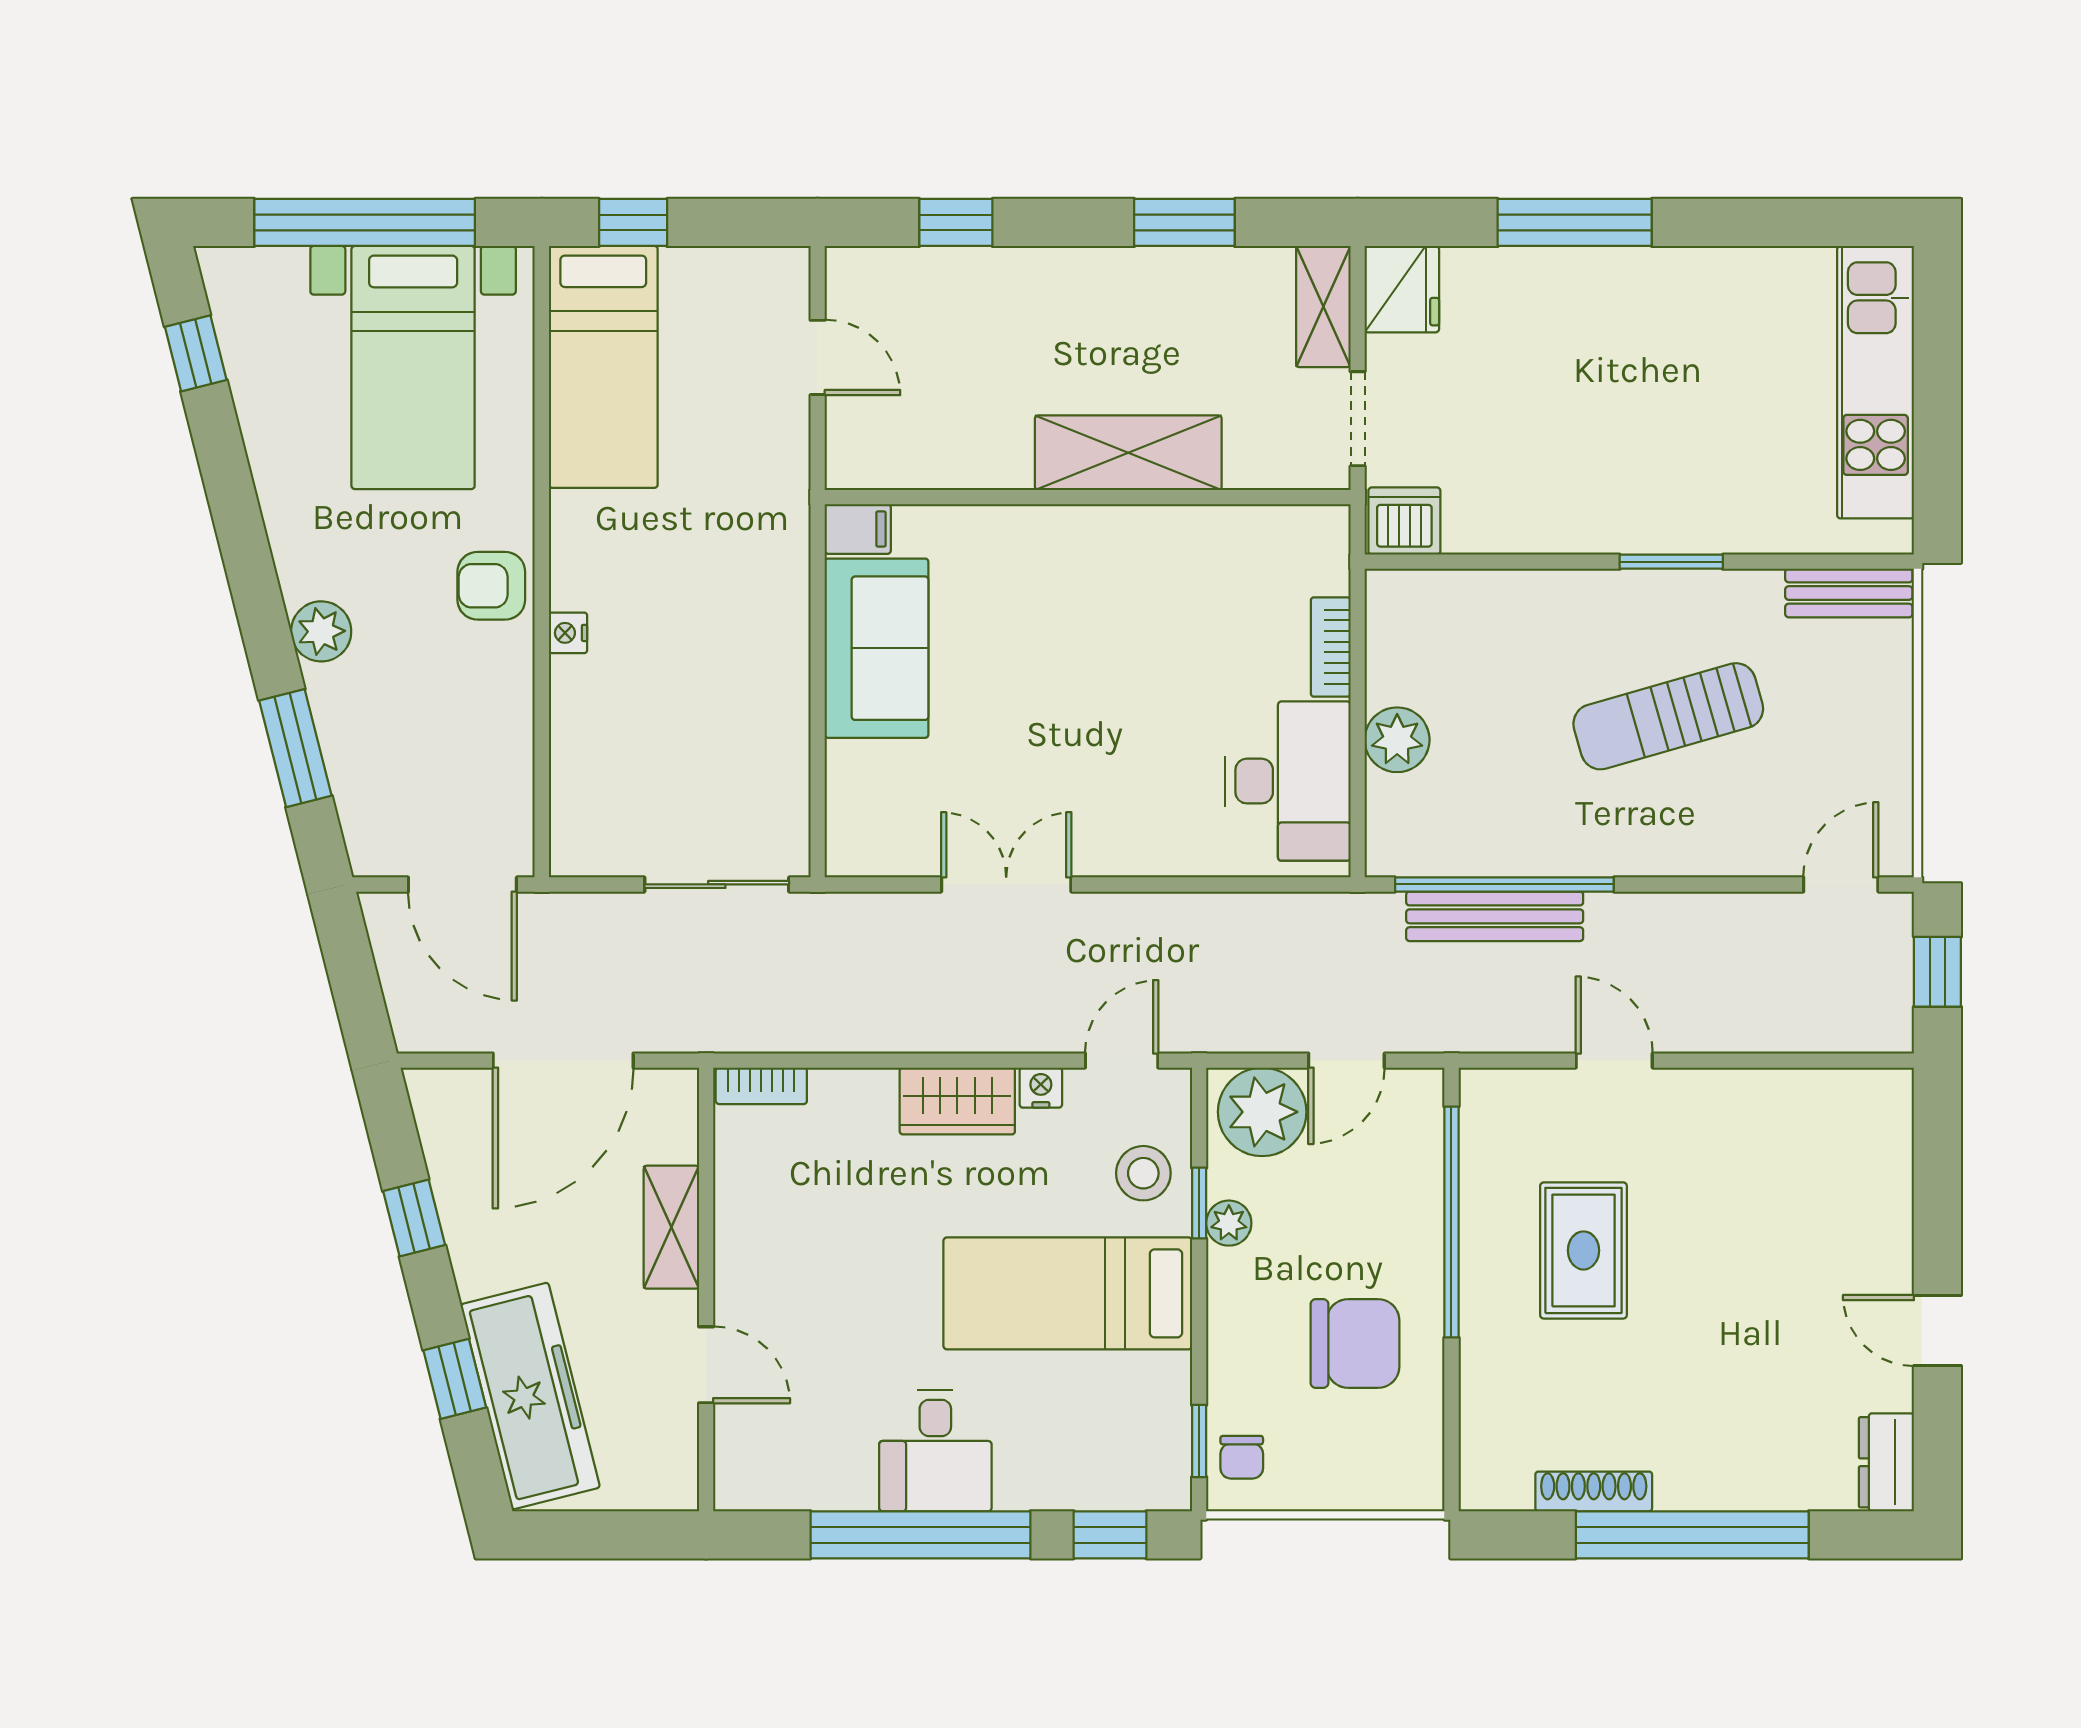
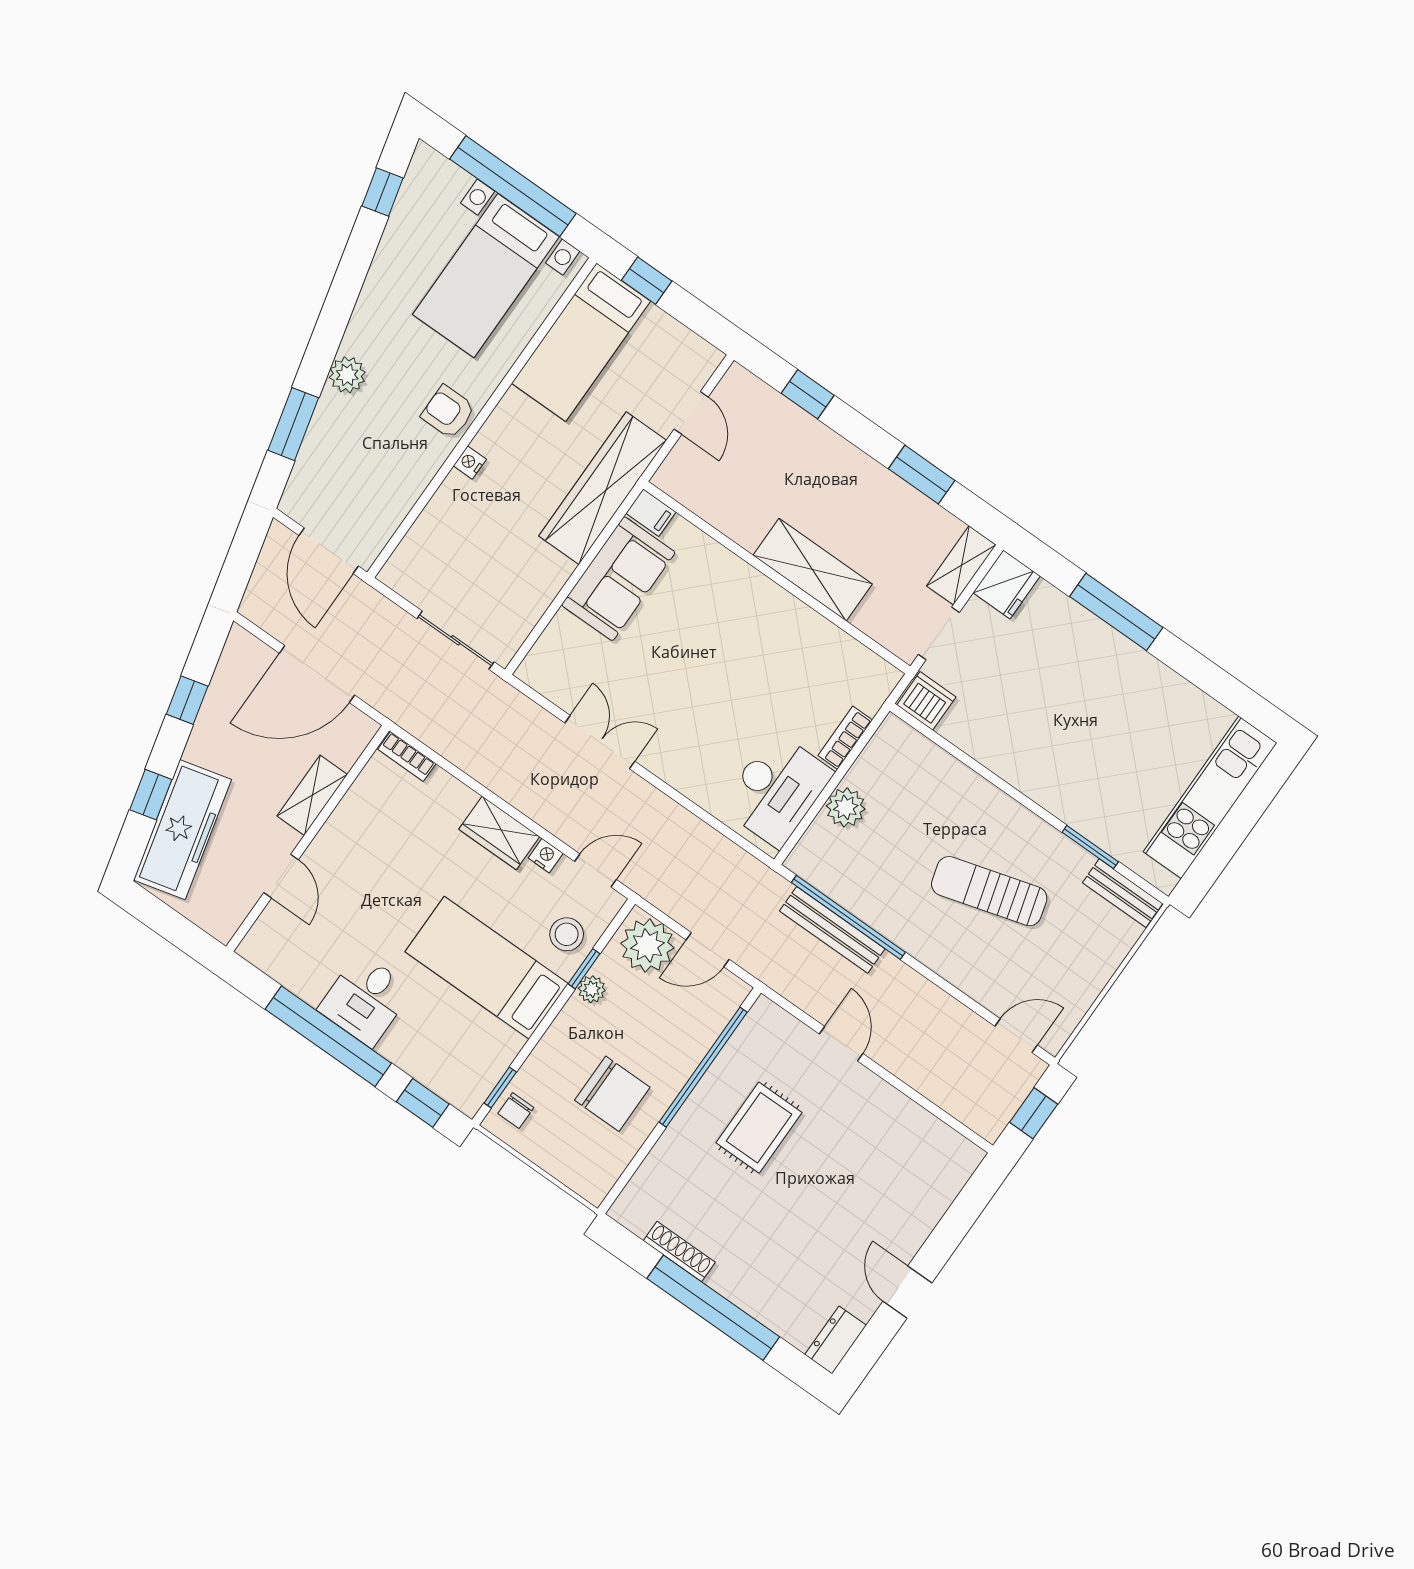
wardrobe: (770, 542) -> (603, 488), added
window: (1671, 562) -> (1090, 847), moved

